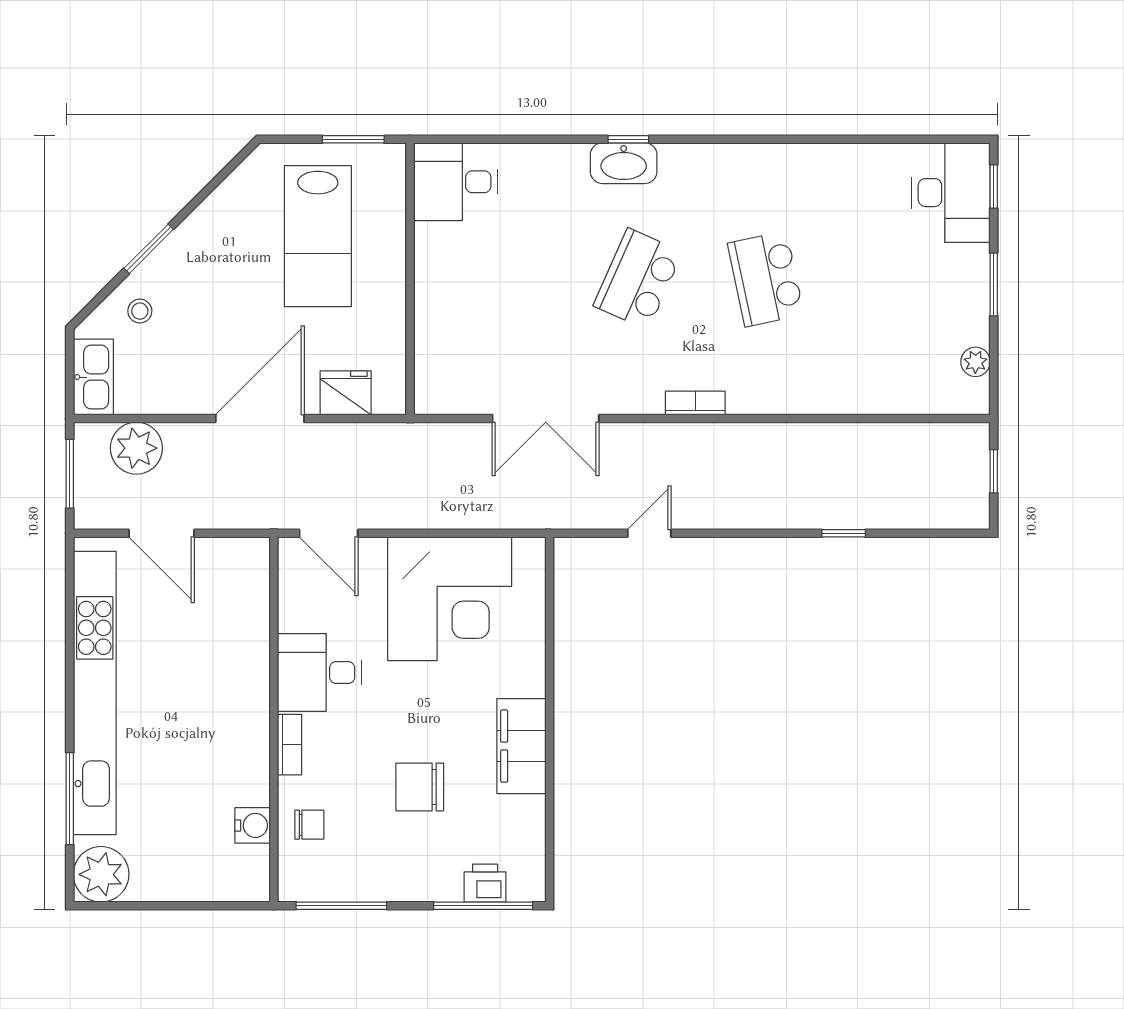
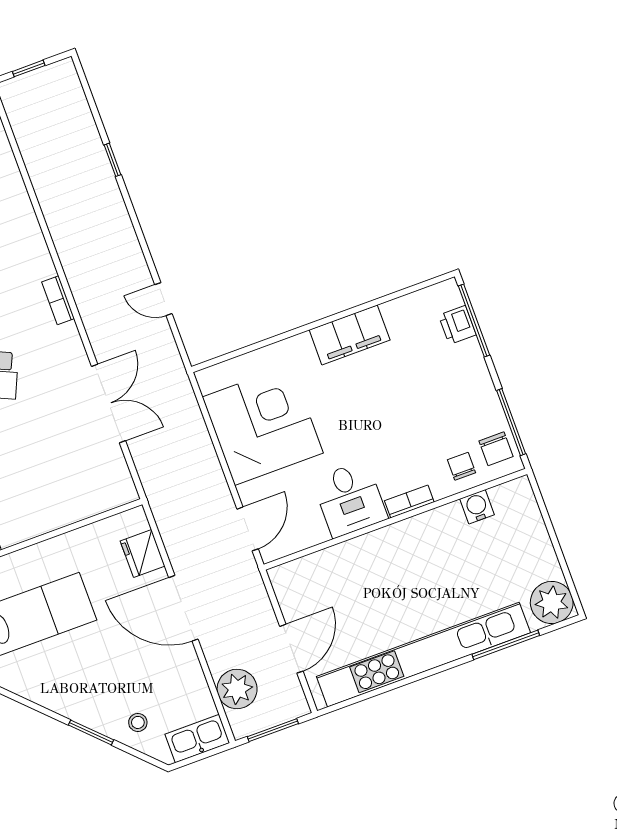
chair: (420, 787) -> (496, 449), moved, width x0.73, depth x0.73

